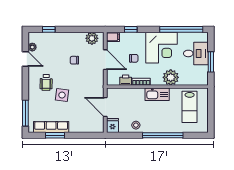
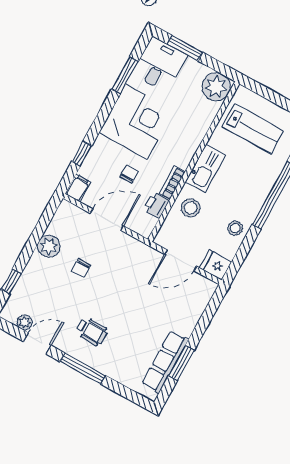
window: (181, 29) -> (125, 75), width x0.47
plant: (92, 38) -> (49, 246), moved
desk: (196, 53) -> (160, 65), moved
window: (211, 62) -> (185, 48), moved
plant: (171, 77) -> (216, 87), moved
side table: (62, 95) -> (125, 317), removed
stool: (134, 98) -> (191, 208), added
window: (25, 113) -> (83, 368), moved

